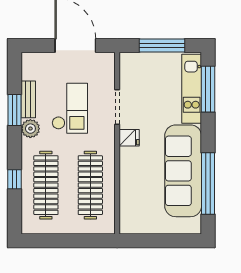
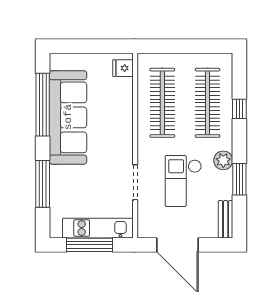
kitchen unit: (192, 89) -> (98, 228), moved, turned -90
window: (208, 89) -> (43, 184), moved
bench: (28, 99) -> (226, 219), moved
fridge: (129, 138) -> (123, 68), moved

